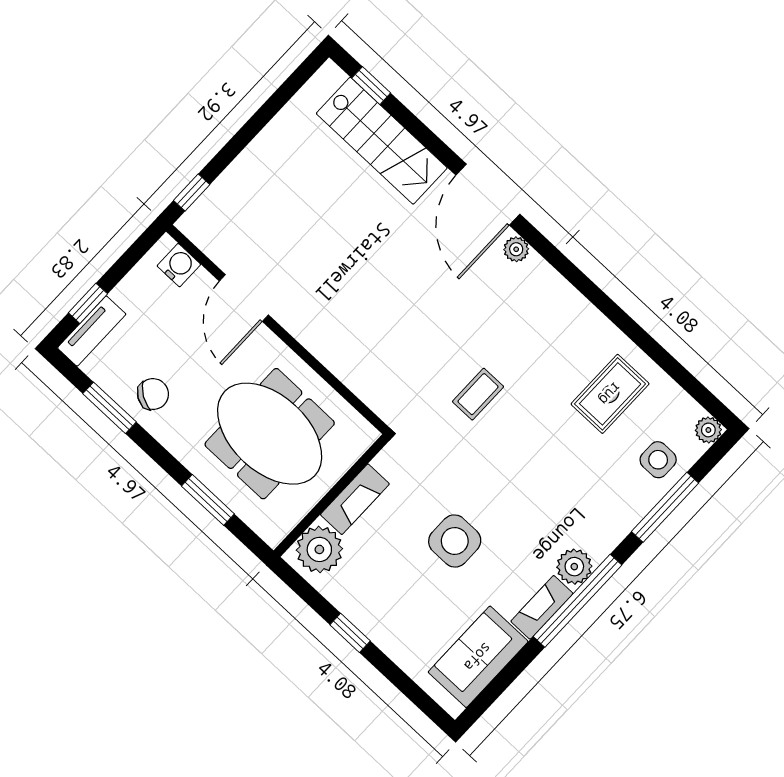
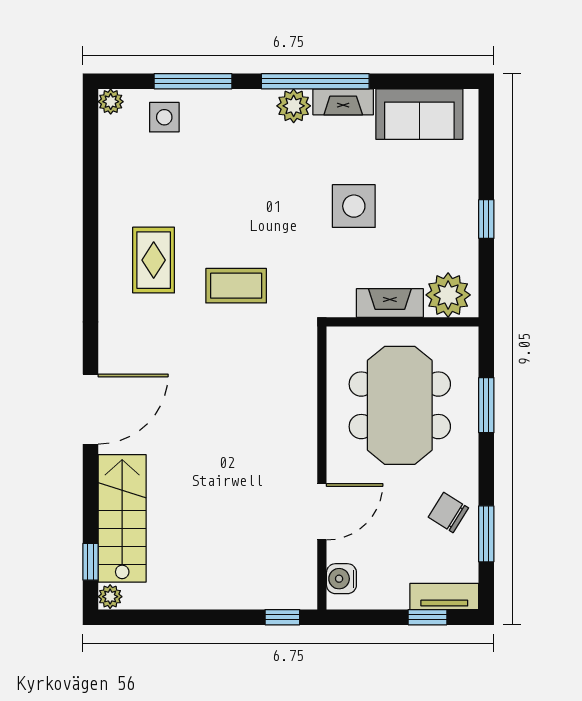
plant: (516, 249) -> (110, 597), moved
coffee table: (478, 394) -> (236, 286), width x1.36, depth x1.30
rug: (610, 394) -> (154, 260), moved, turned 90

